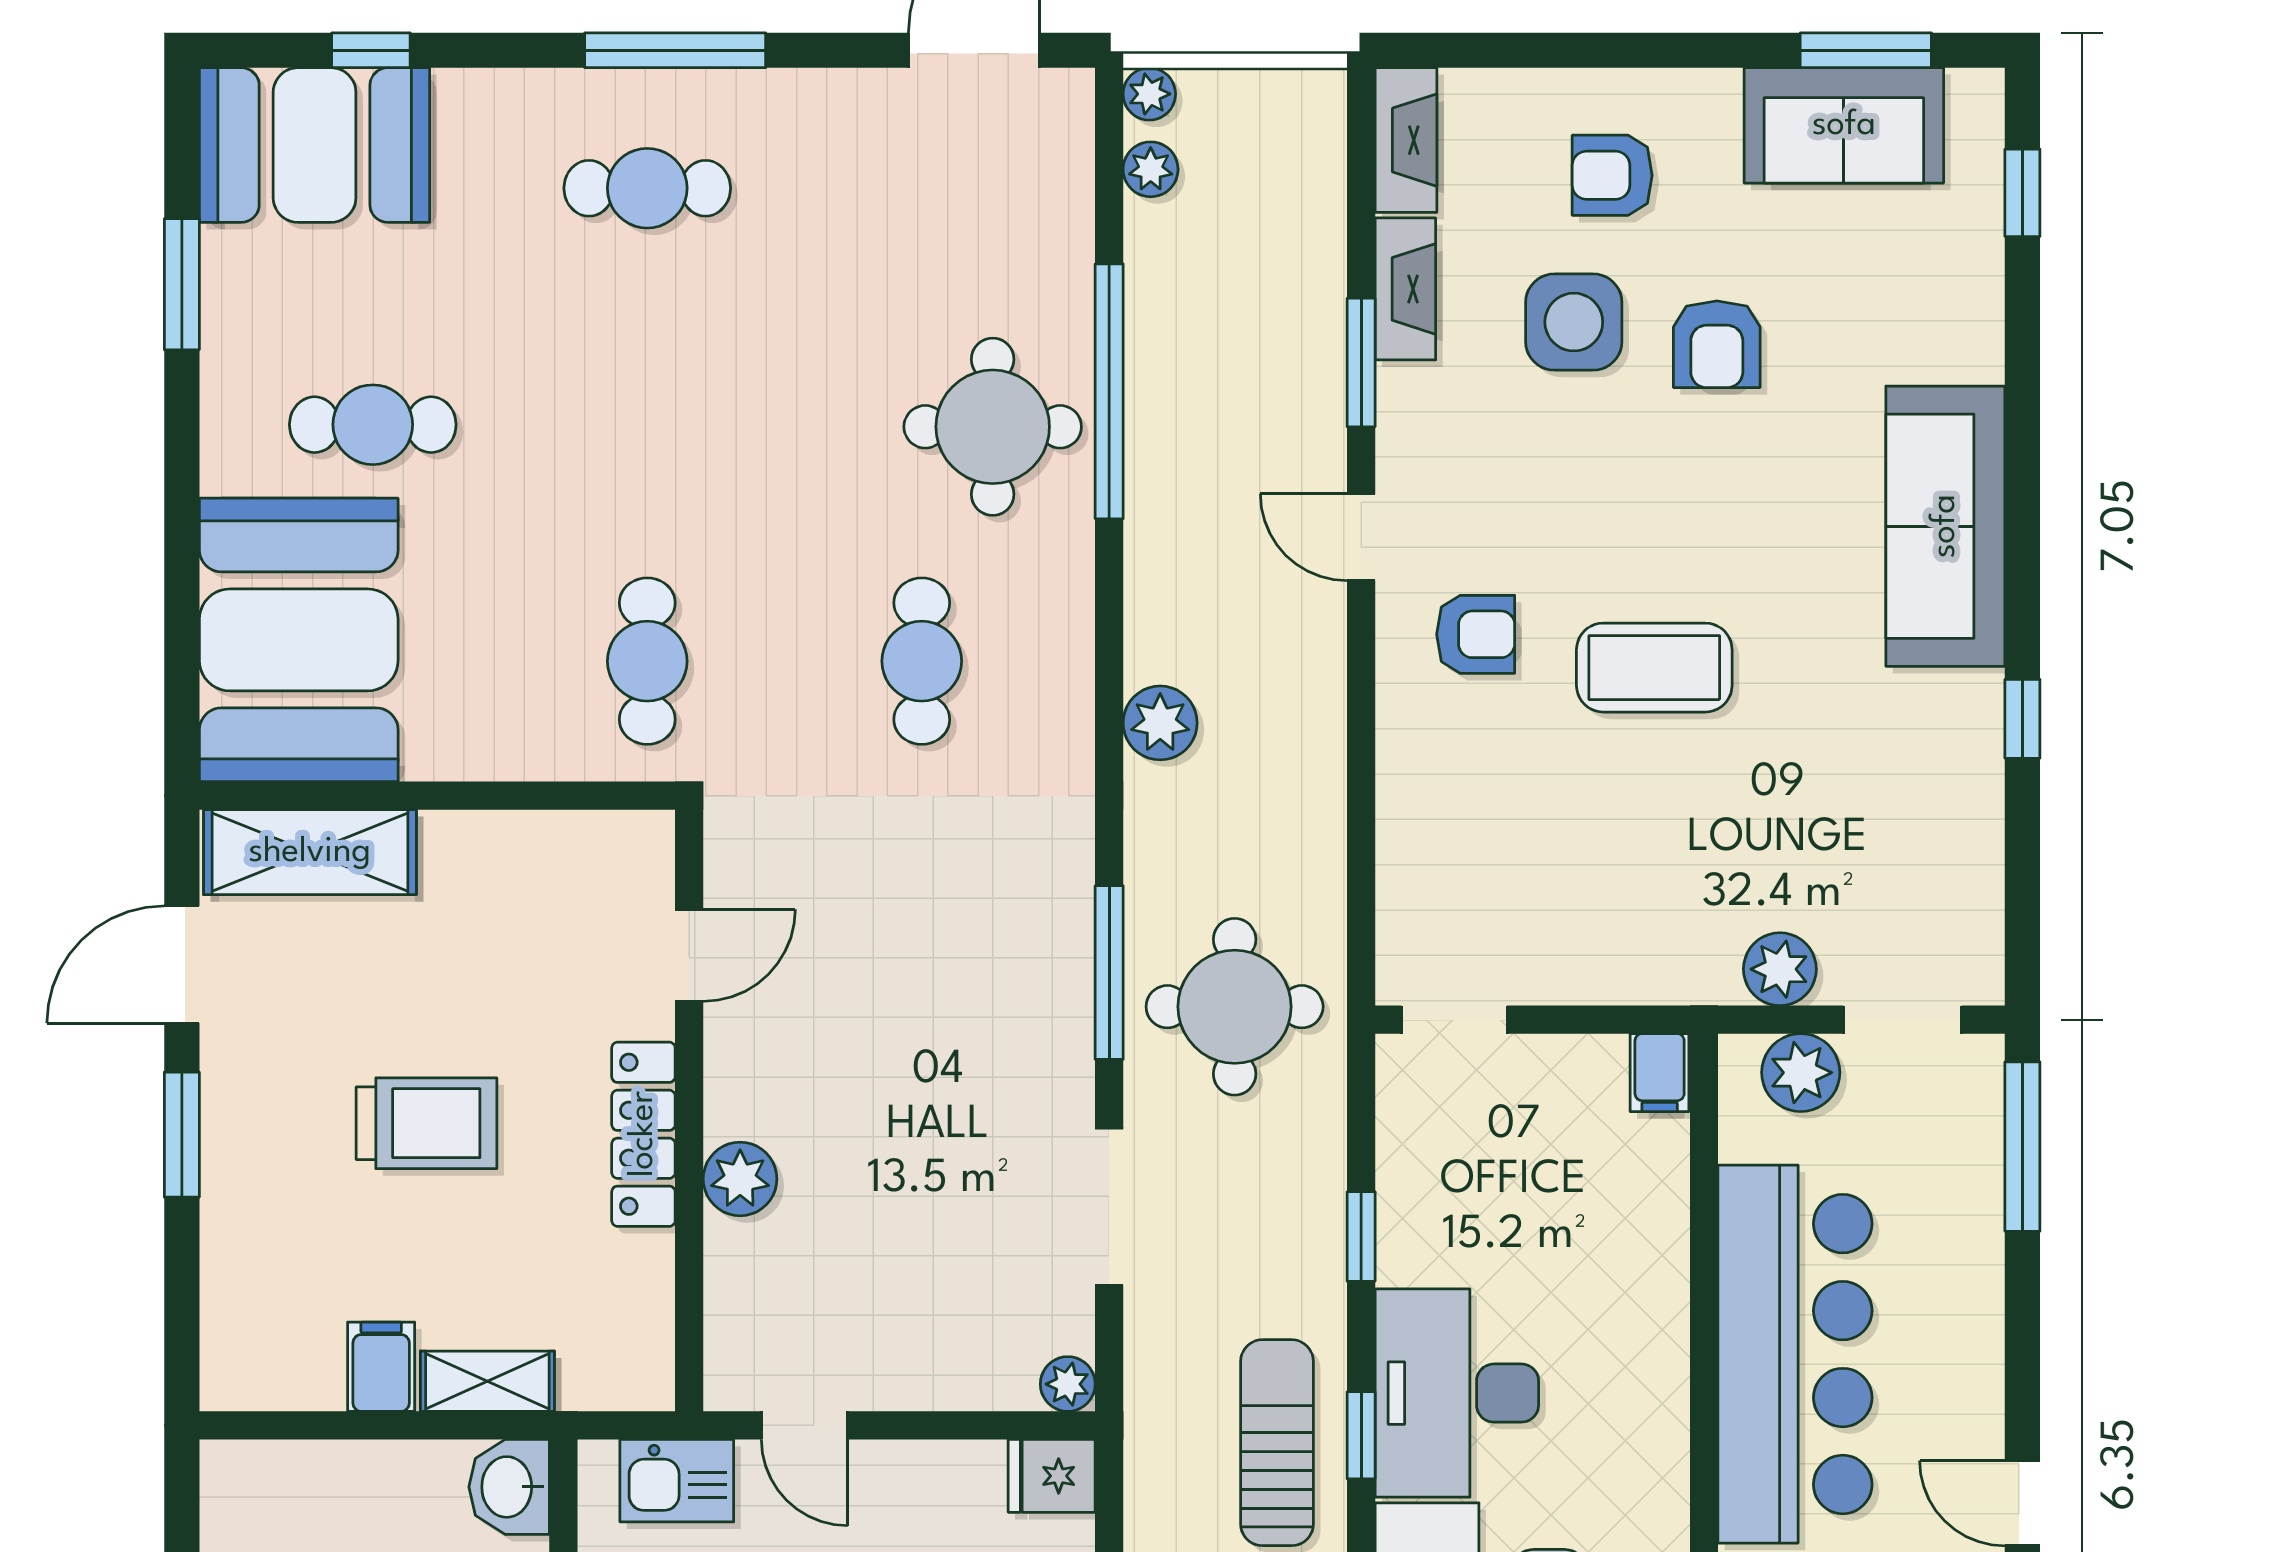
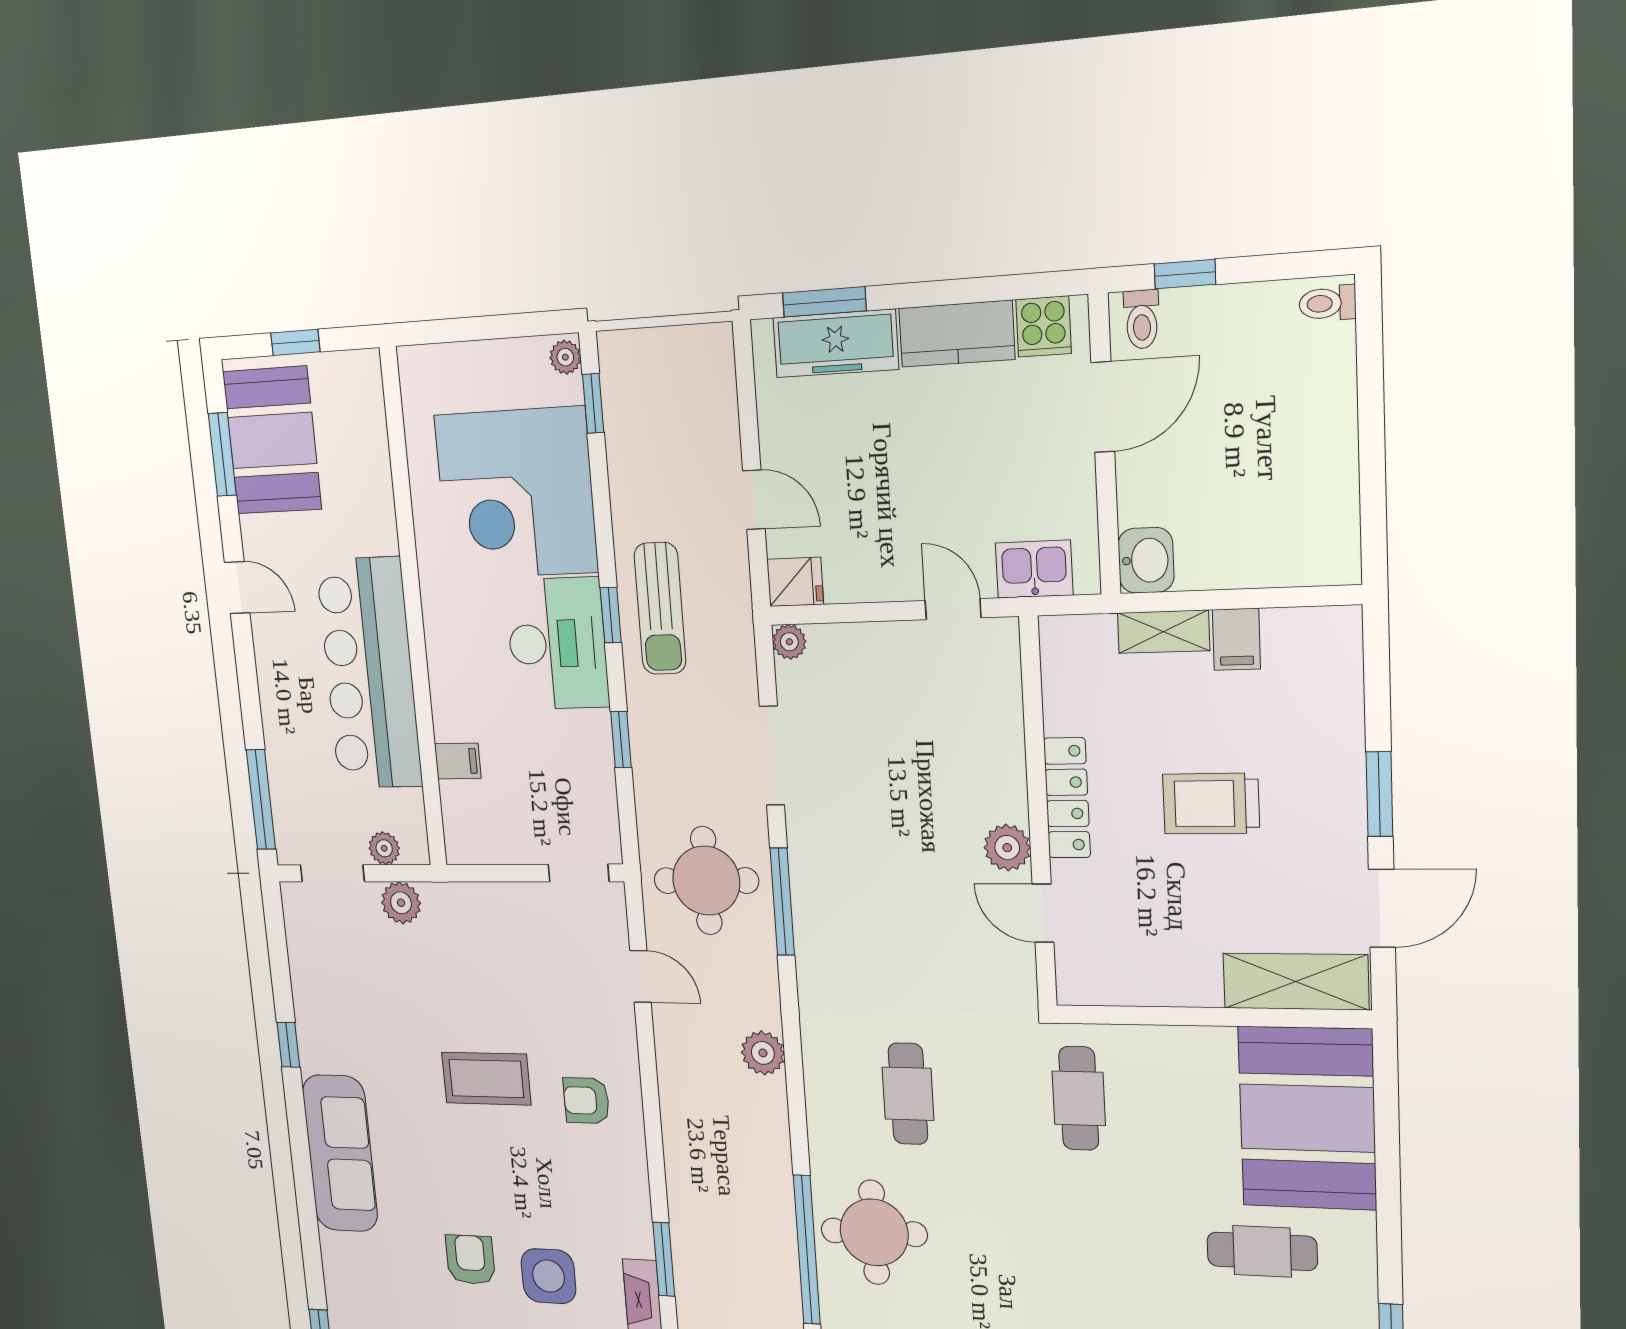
door: (1361, 537) -> (641, 977), moved
door: (689, 955) -> (1043, 913), hinge flipped
filing cabinet: (1660, 1073) -> (458, 761), moved, turned 90
plant: (1801, 1073) -> (384, 848), width x0.73, depth x0.73
plant: (740, 1179) -> (1007, 848), moved

